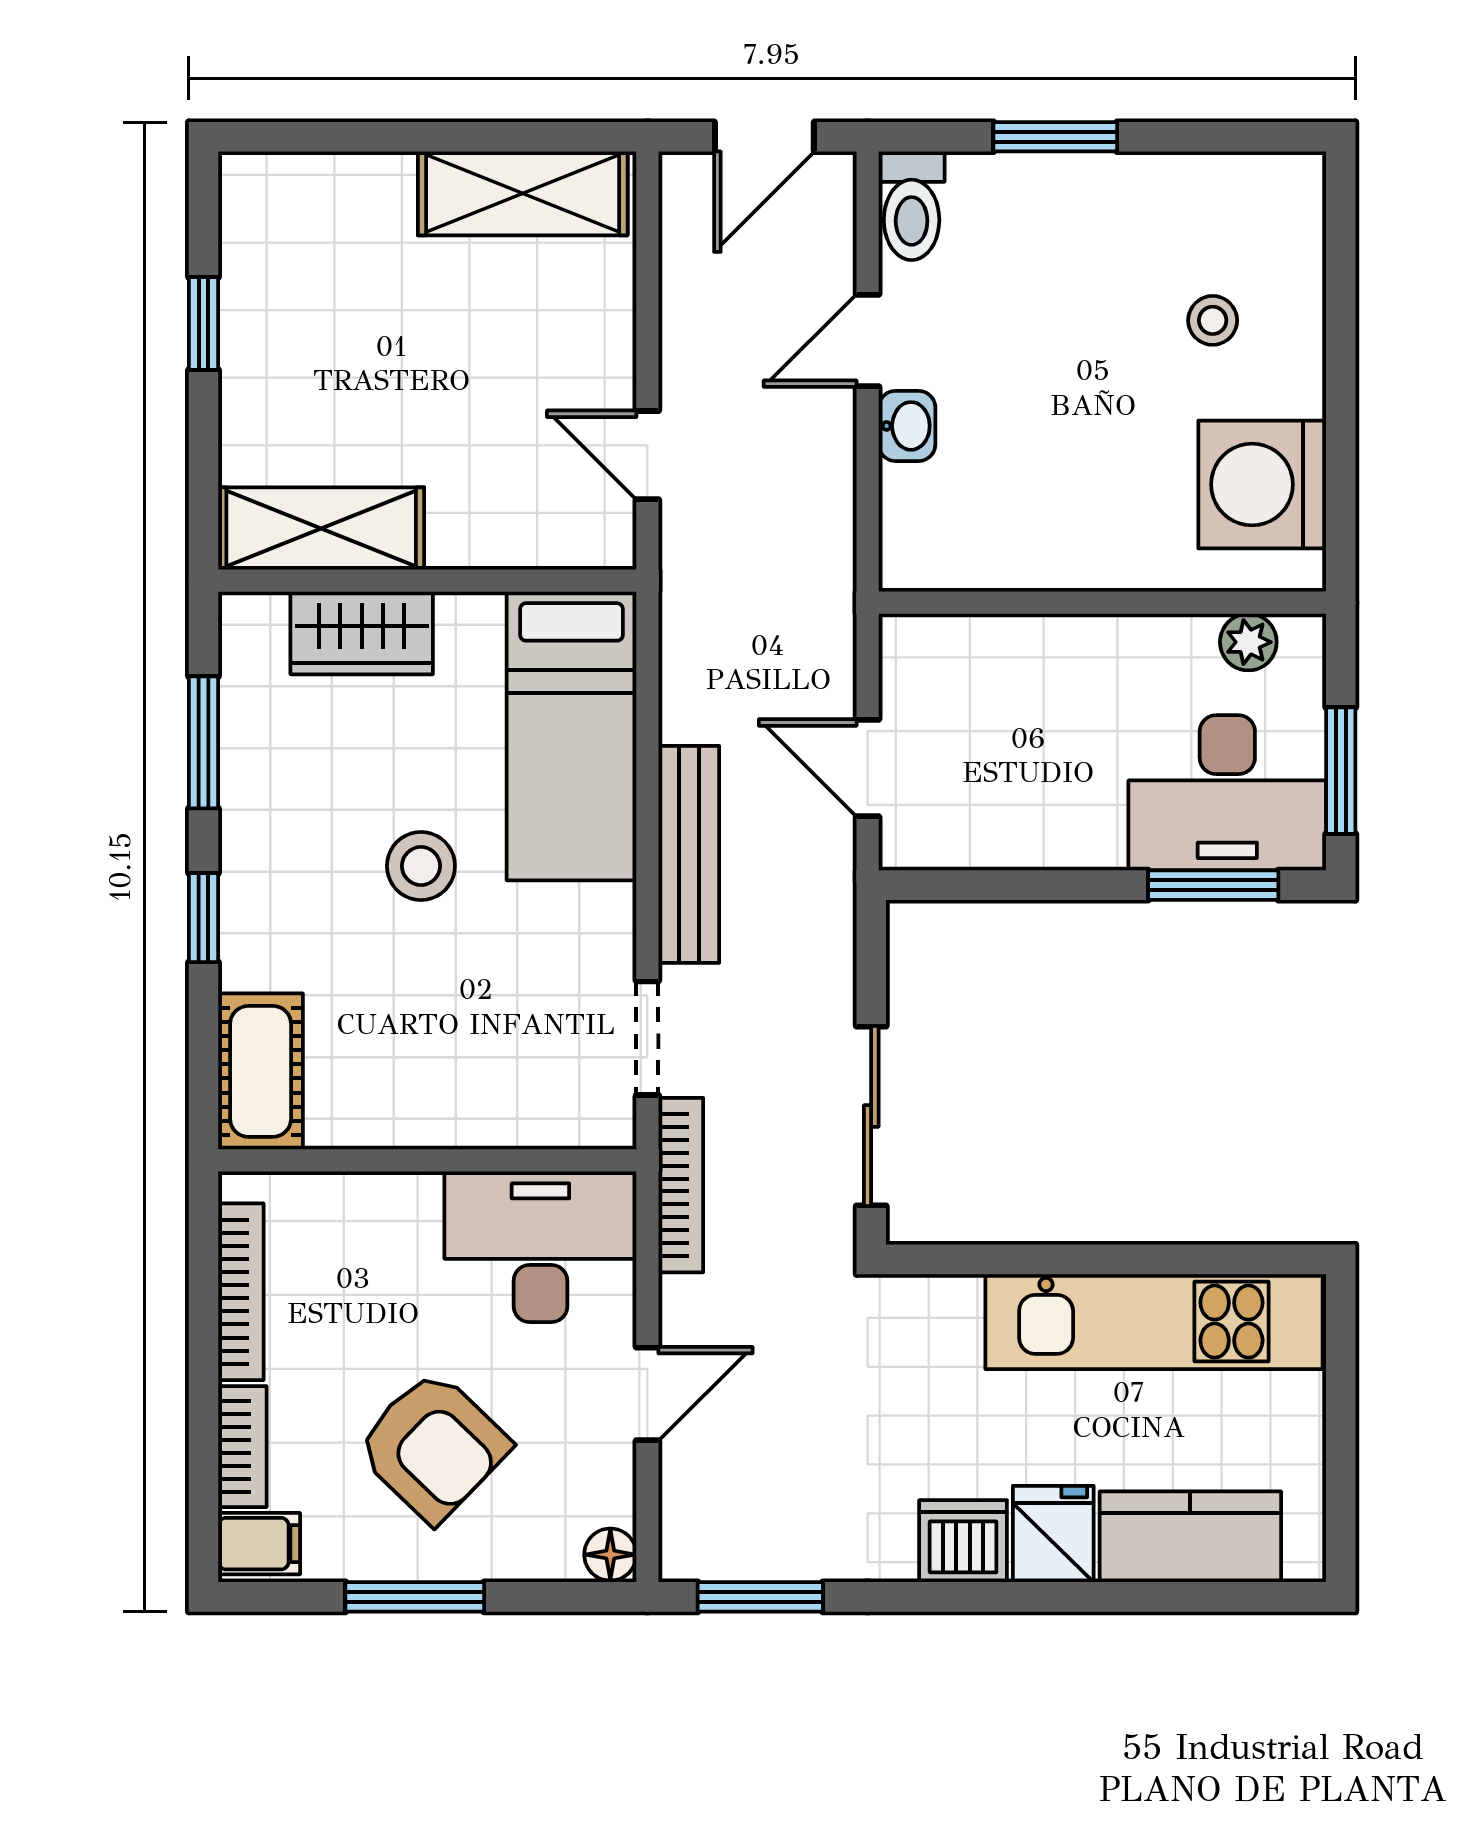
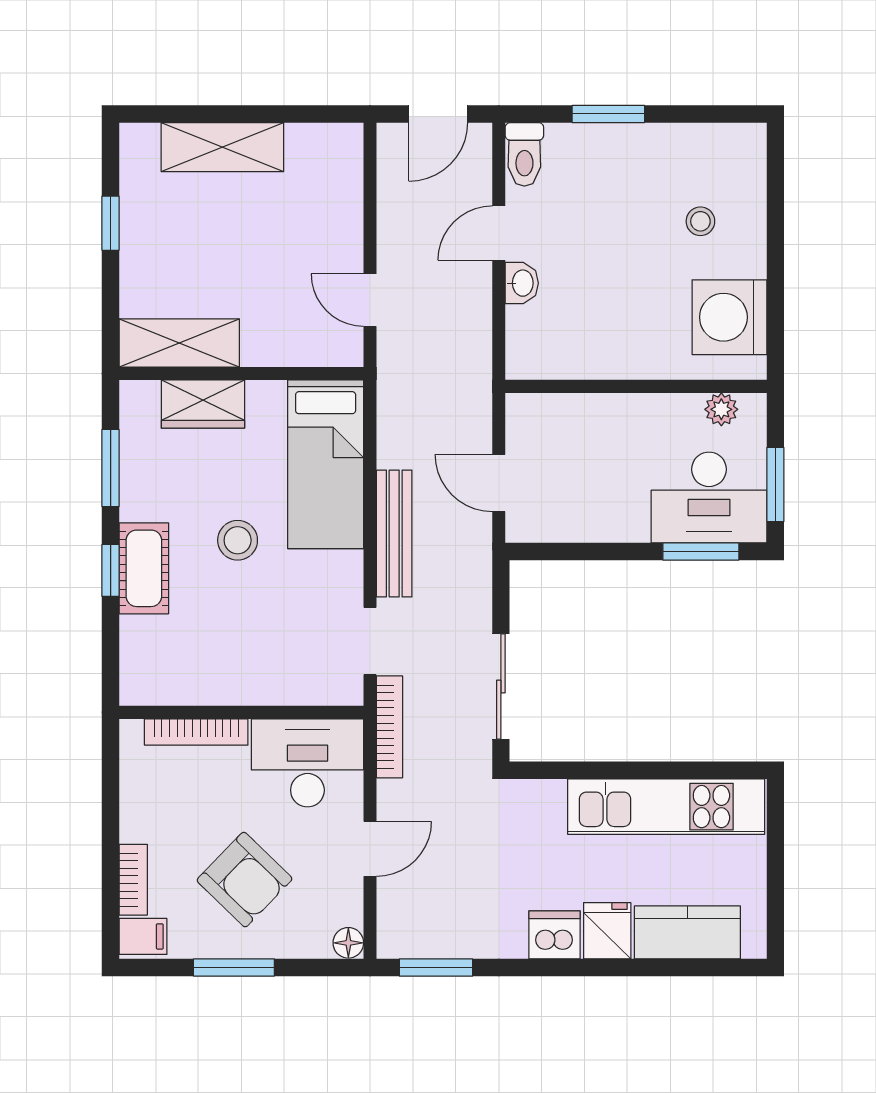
shelving: (523, 193) -> (222, 147), moved
cot: (261, 1071) -> (144, 568), moved
bookcase: (241, 1292) -> (196, 732), moved, turned 90

